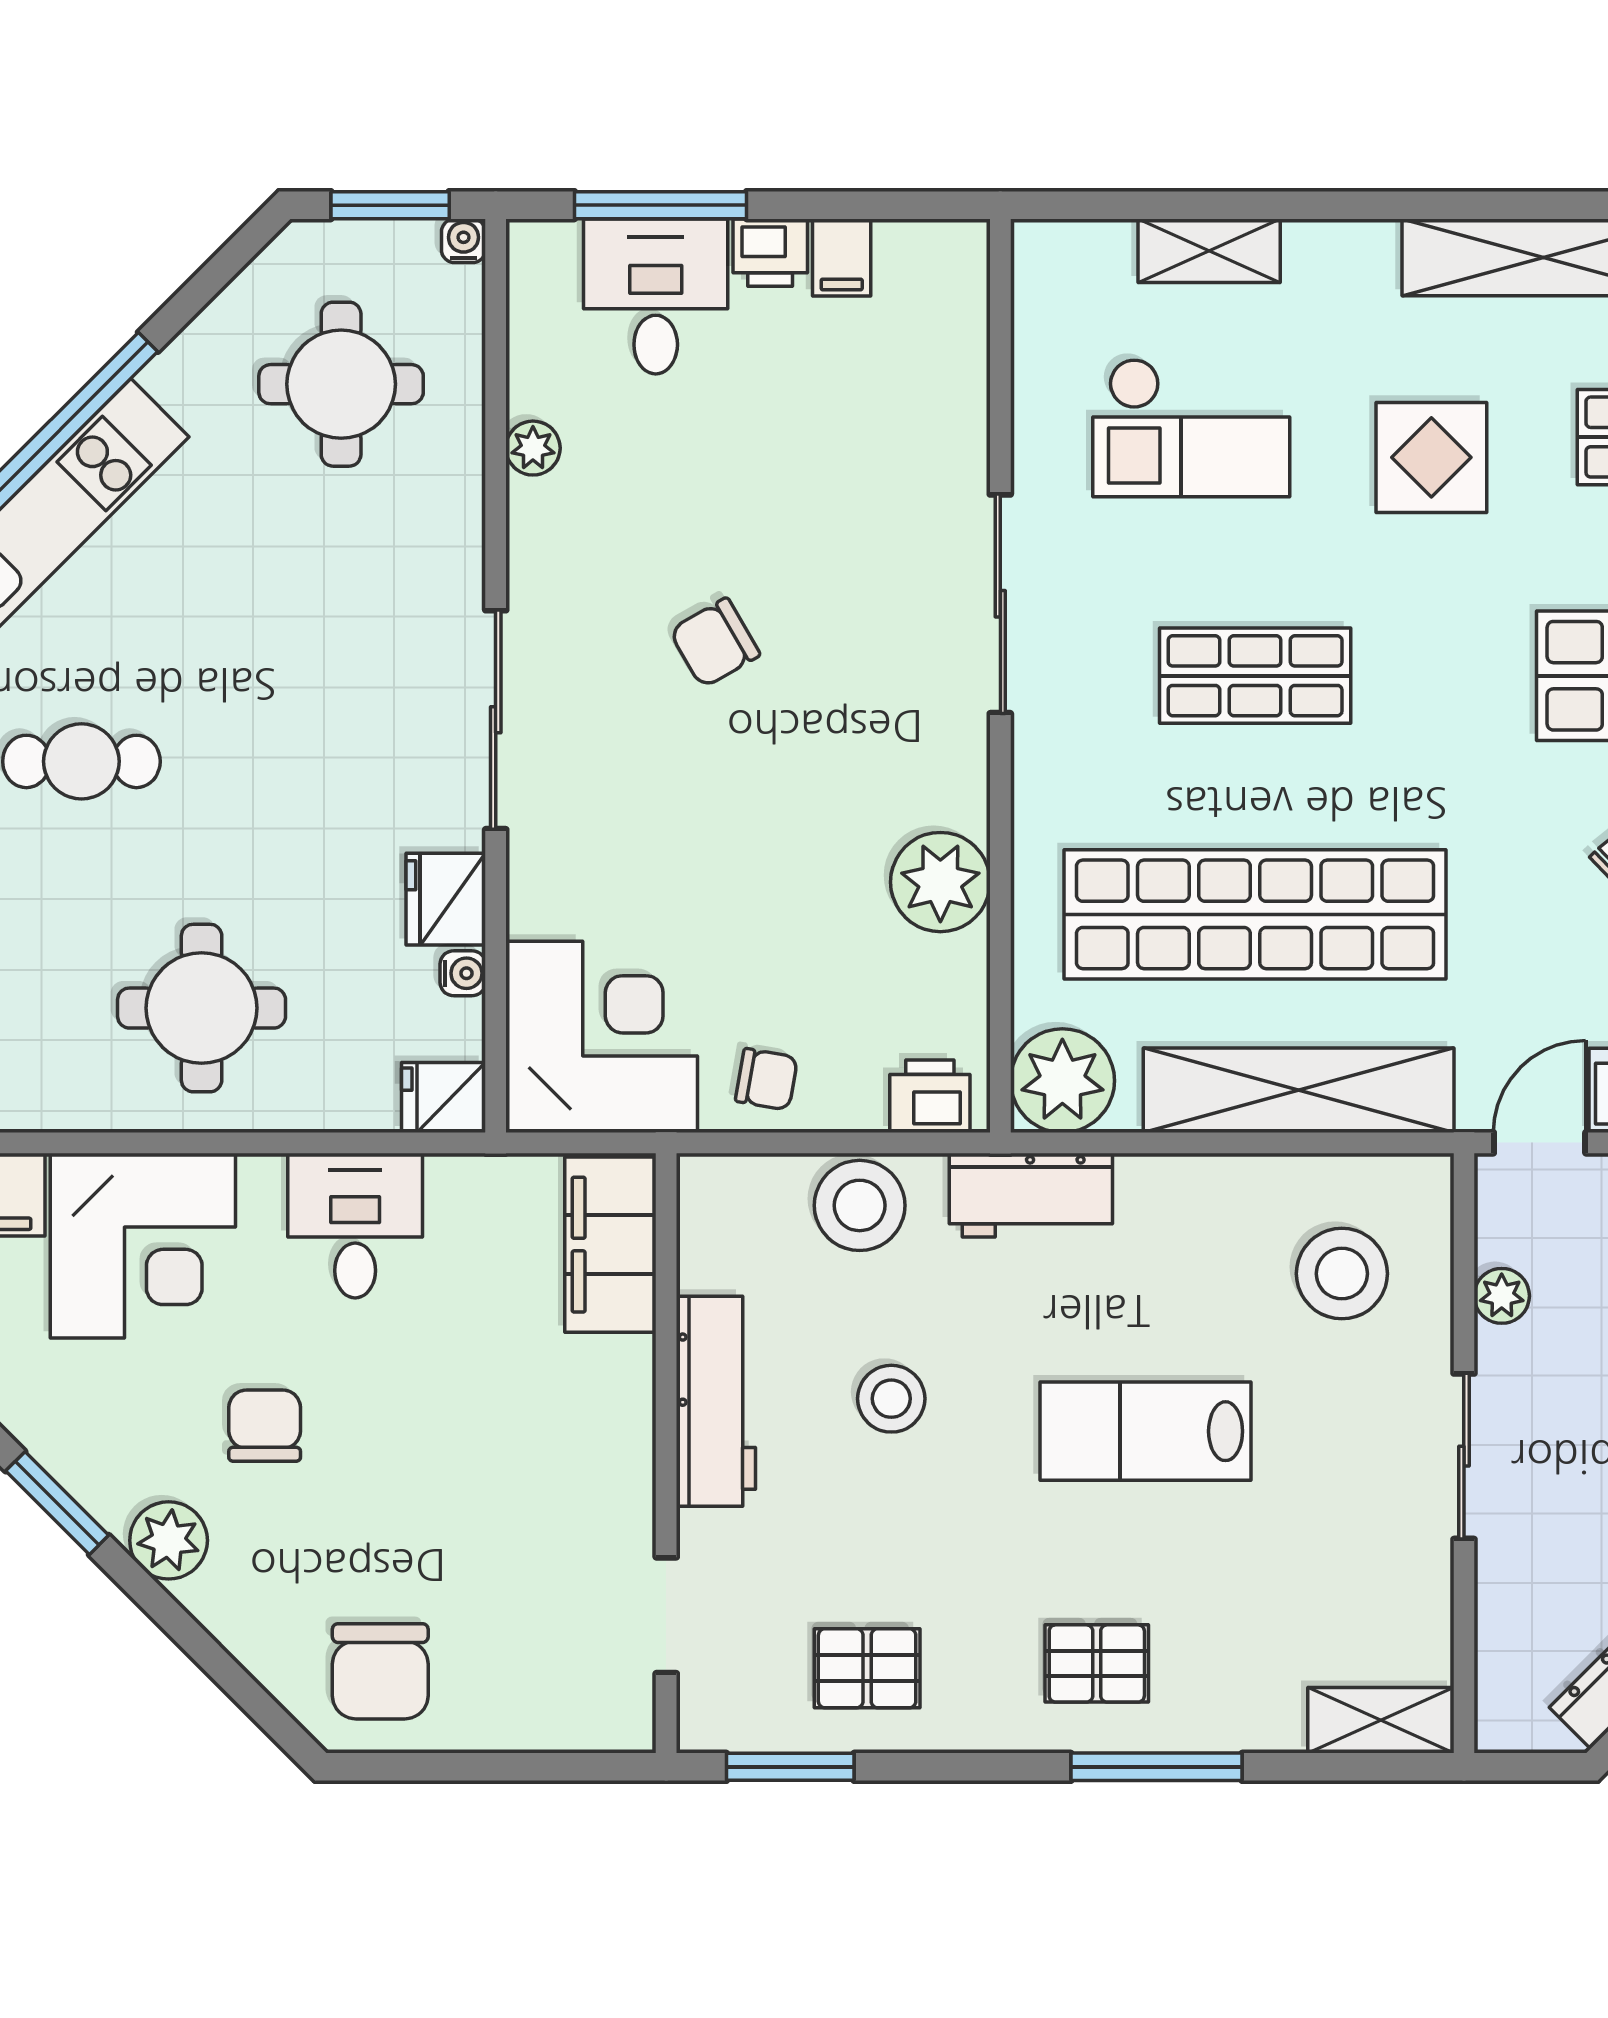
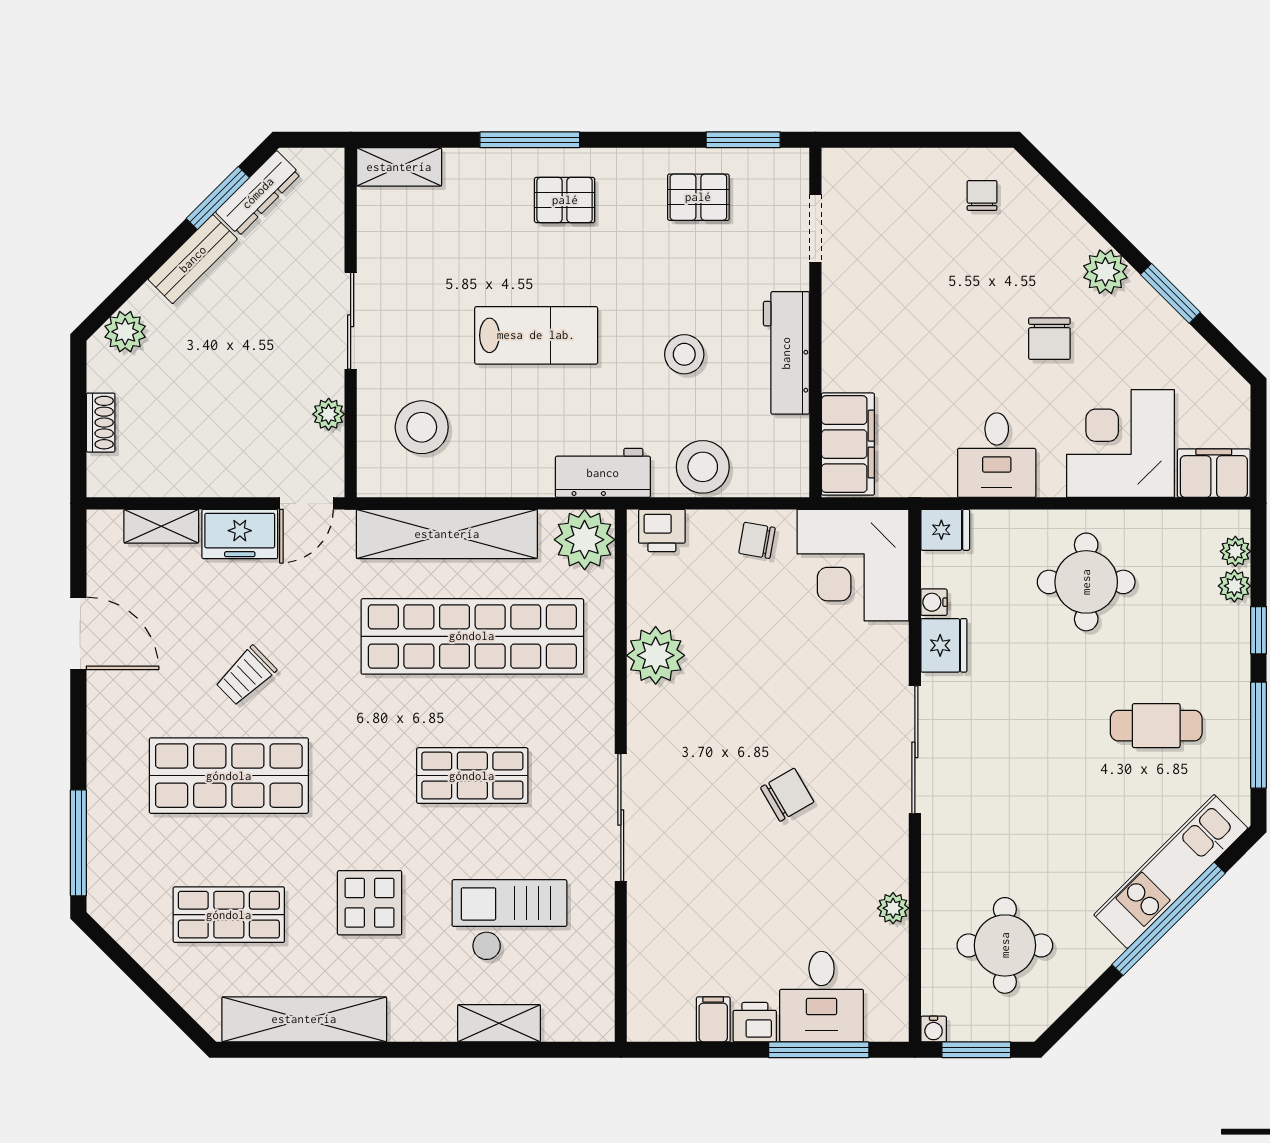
chair: (380, 1671) -> (982, 195), width x0.54, depth x0.54

